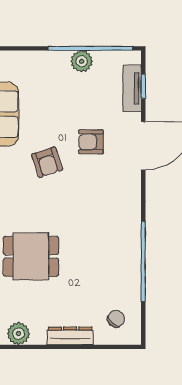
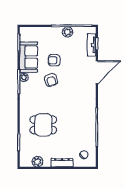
armchair: (91, 142) -> (54, 60), moved

